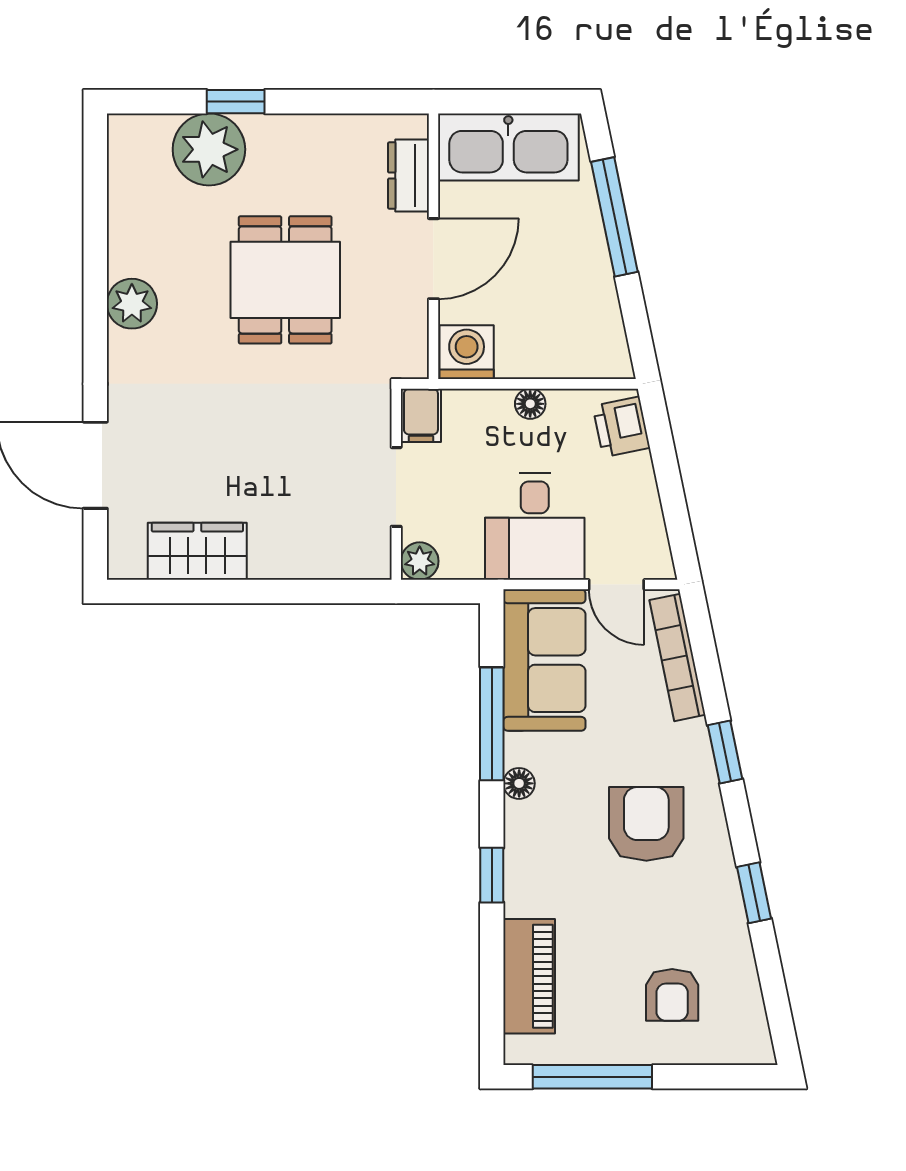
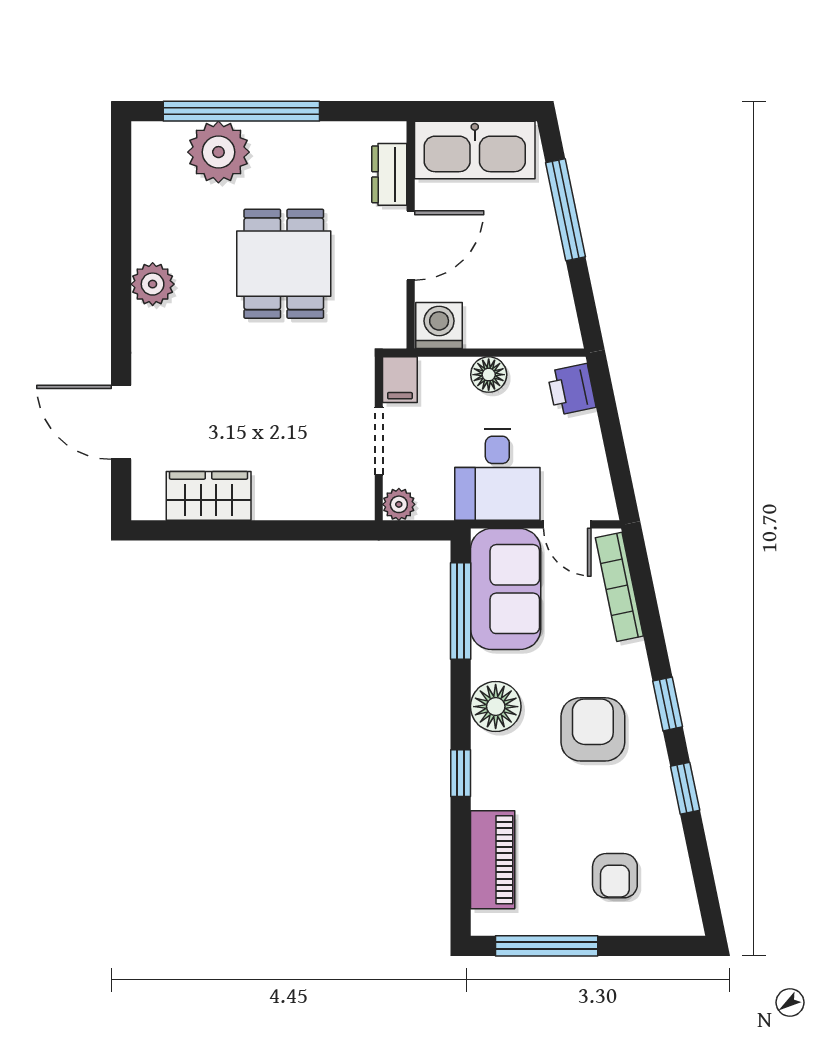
window: (236, 102) -> (241, 111), width x3.17
floor lamp: (530, 404) -> (489, 375), width x1.37, depth x1.37
window: (492, 724) -> (461, 611), moved
window: (725, 752) -> (668, 704), moved
floor lamp: (519, 783) -> (496, 707), width x1.89, depth x1.89

